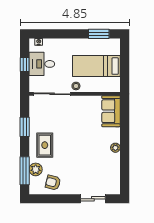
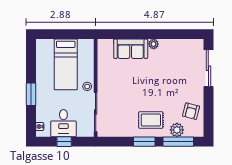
window: (99, 34) -> (31, 94), moved
sofa: (111, 111) -> (131, 49), moved
window: (25, 127) -> (144, 142), moved
sliding door: (93, 199) -> (208, 68), width x1.37

